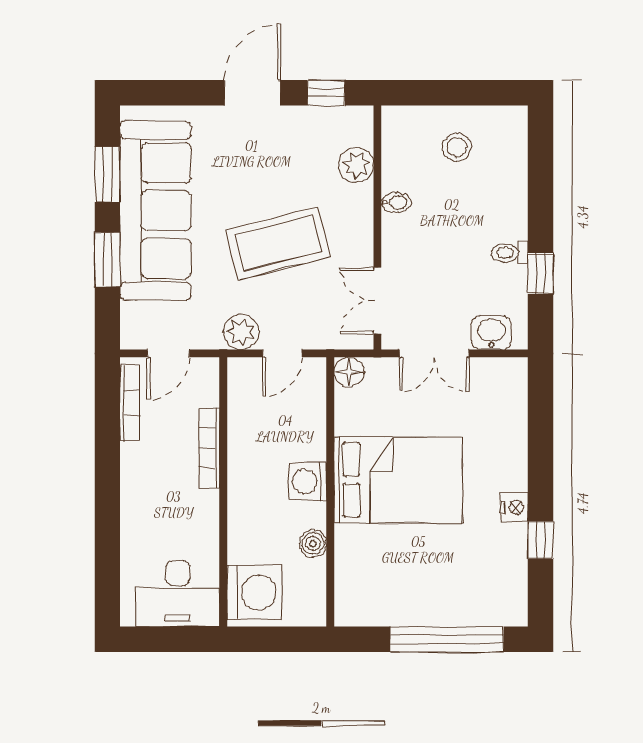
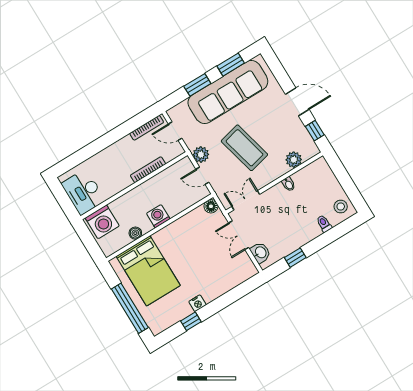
stool: (457, 147) -> (341, 207), moved
toilet: (510, 253) -> (324, 224), moved
bed: (398, 480) -> (148, 271), moved

